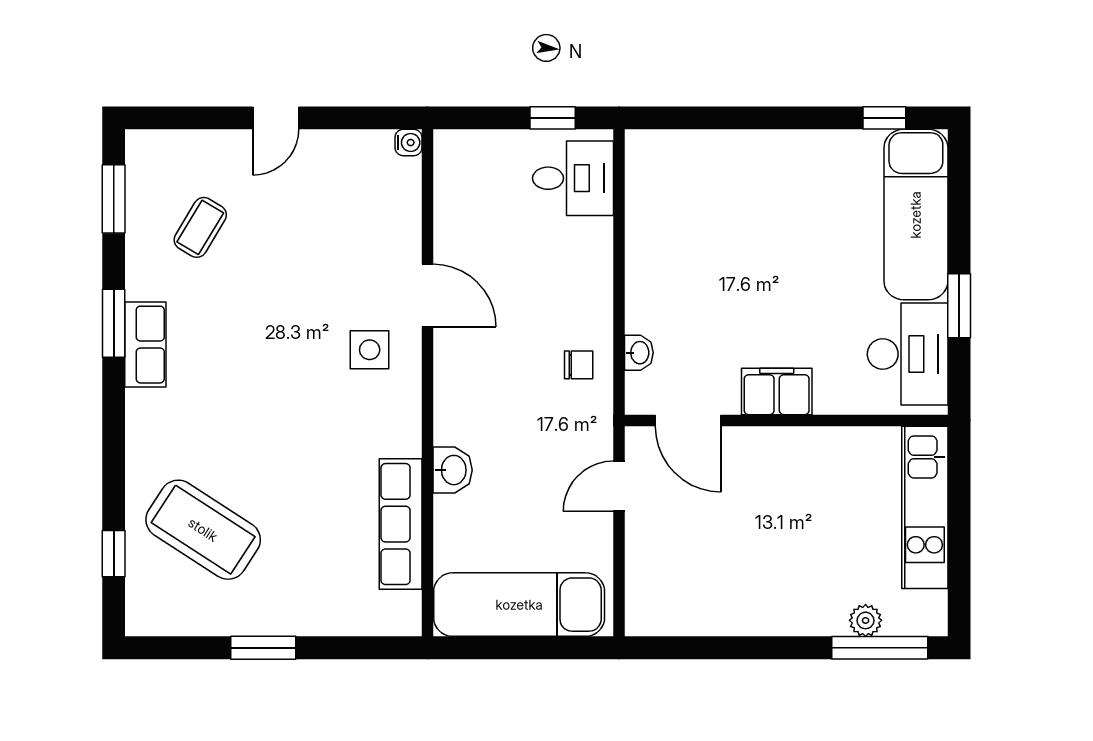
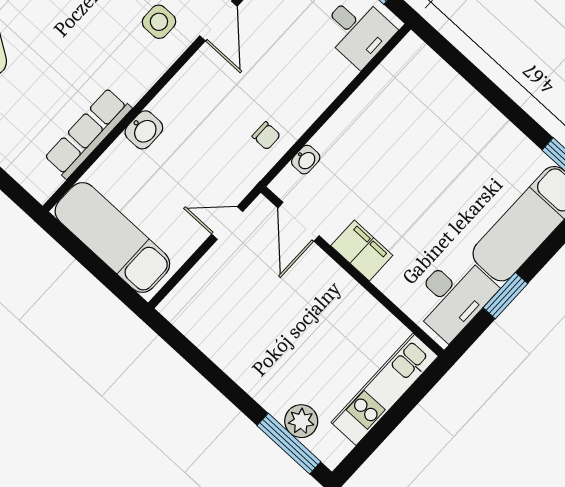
plant: (866, 620) -> (301, 421), width x1.38, depth x1.38

